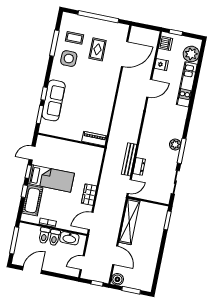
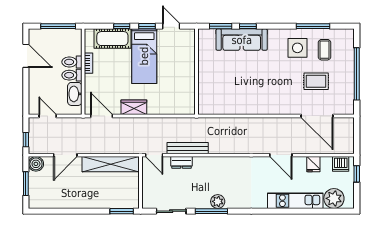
piano: (94, 139) -> (205, 100), removed

